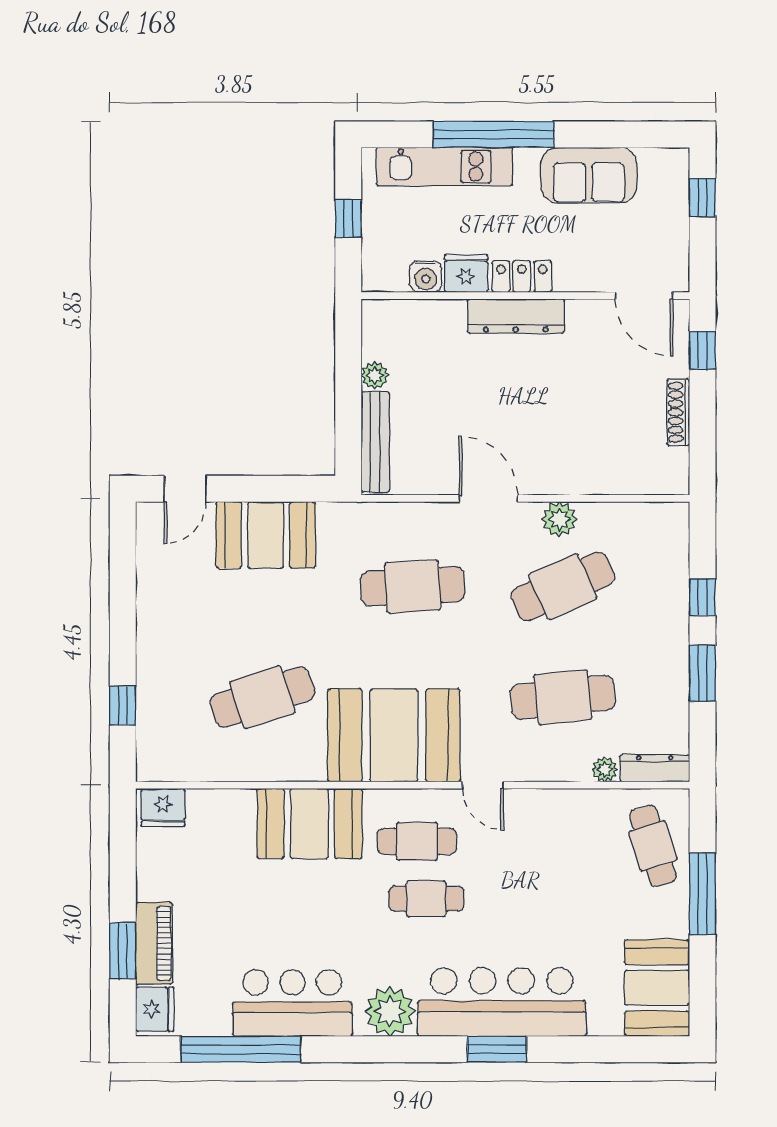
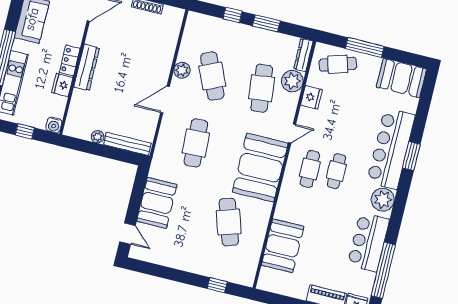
water cooler: (426, 276) -> (54, 125), moved, turned 90
plant: (605, 769) -> (292, 81), width x1.88, depth x1.88
fridge: (163, 807) -> (311, 97), moved
booth: (309, 823) -> (283, 246), moved

